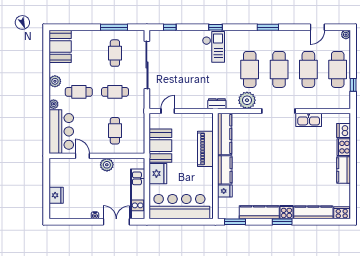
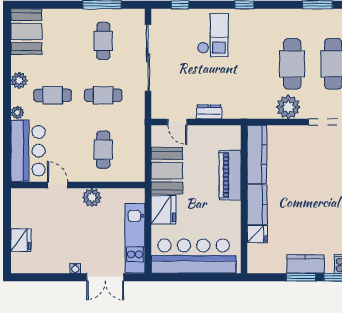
checkout: (214, 47) -> (213, 35), moved
dresser: (217, 104) -> (209, 112), moved
door: (168, 111) -> (177, 122), swing flipped
kitchen counter: (259, 212) -> (305, 264), width x0.67
double door: (116, 222) -> (105, 277), swing flipped
window: (235, 222) -> (301, 277), moved

